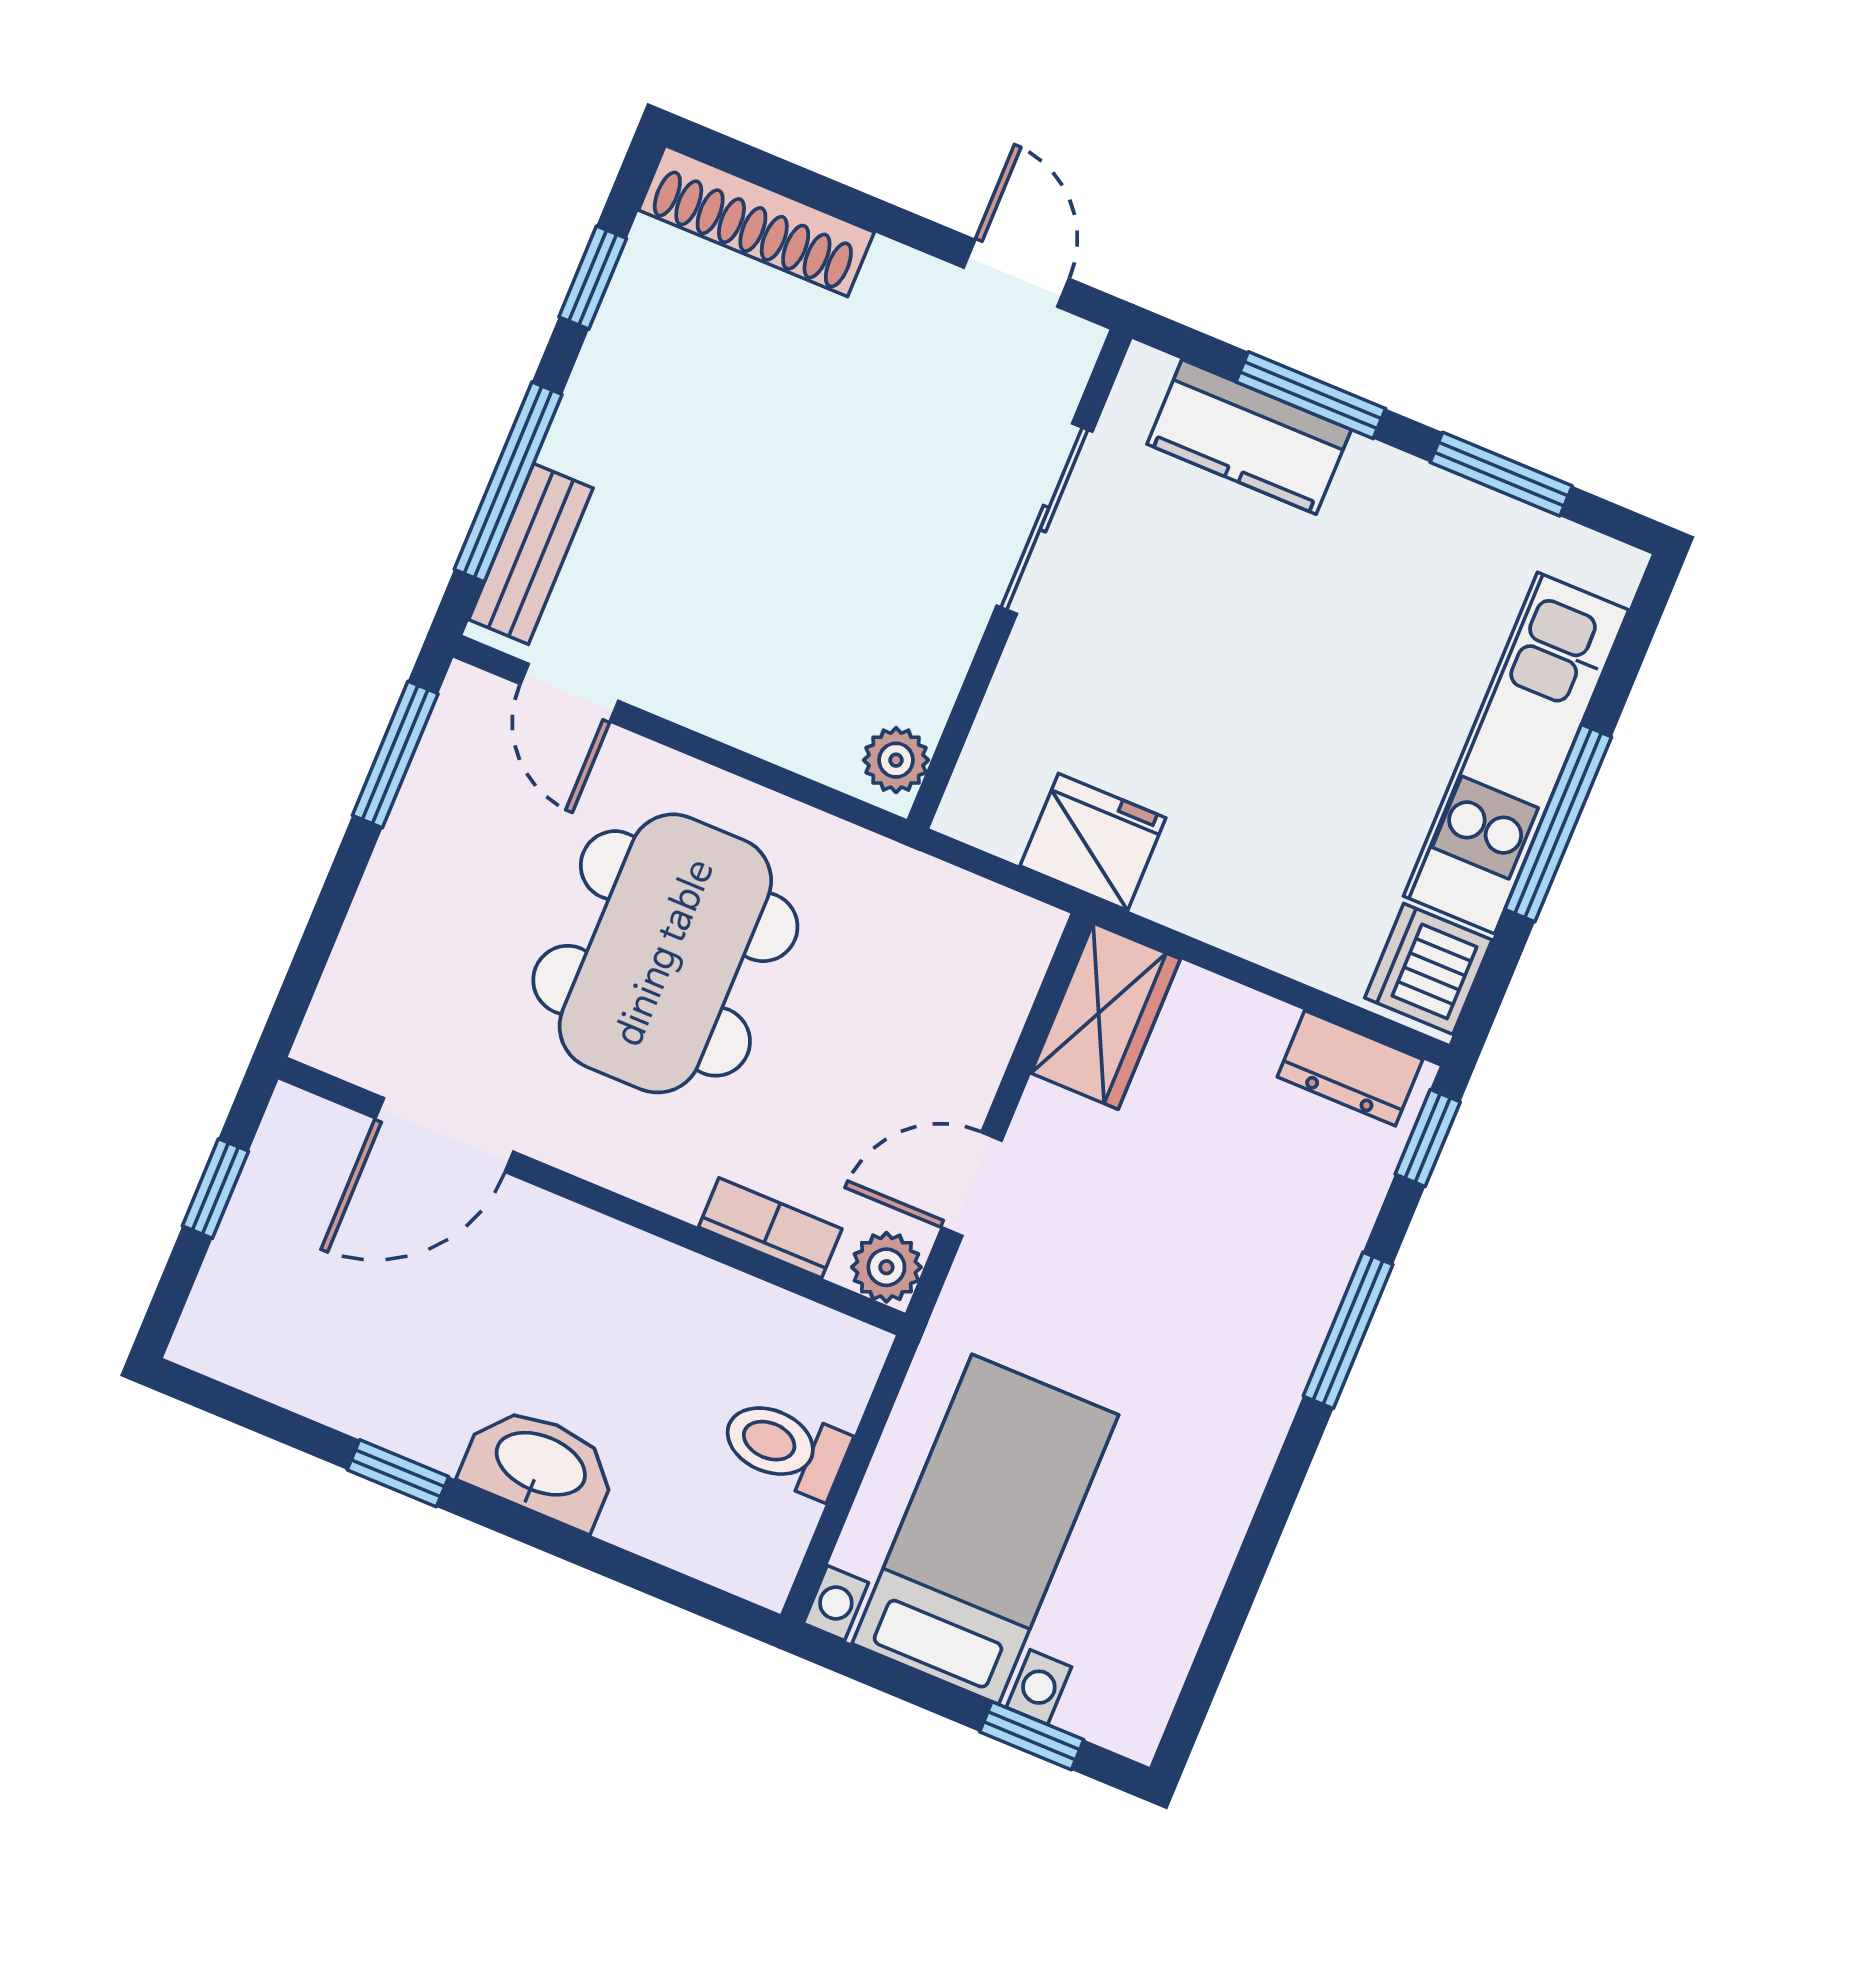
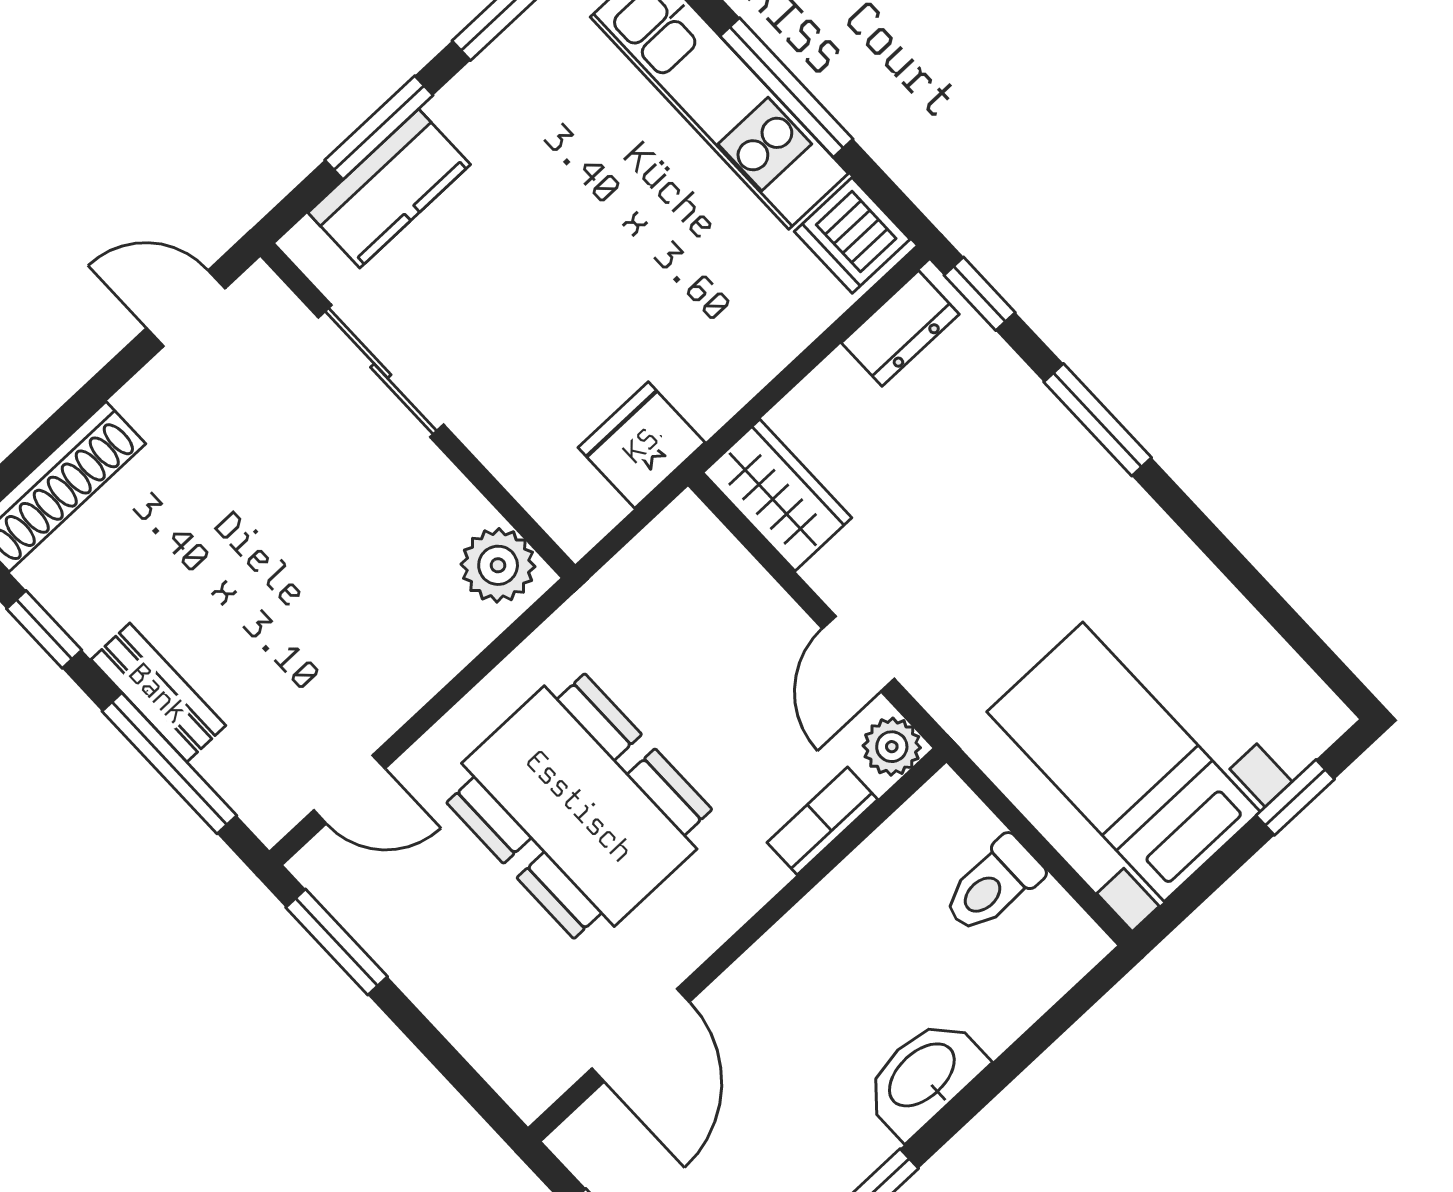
bench: (531, 554) -> (158, 693), moved
plant: (896, 760) -> (498, 565), width x1.38, depth x1.38

